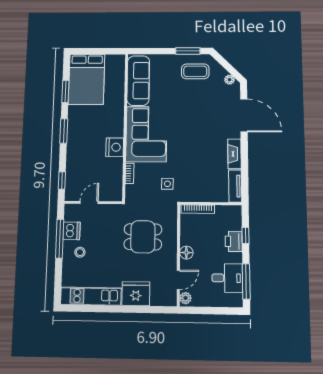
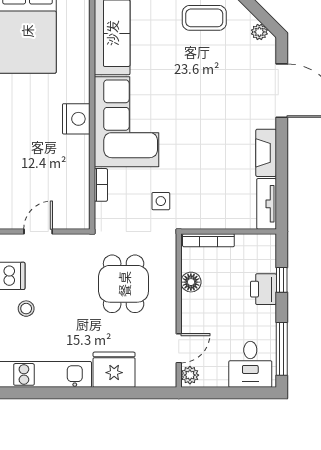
nightstand: (115, 147) -> (76, 119), moved
dining table: (143, 237) -> (124, 284), turned 90
floor lamp: (186, 253) -> (191, 282), moved
desk: (227, 278) -> (250, 364), moved, turned 90

